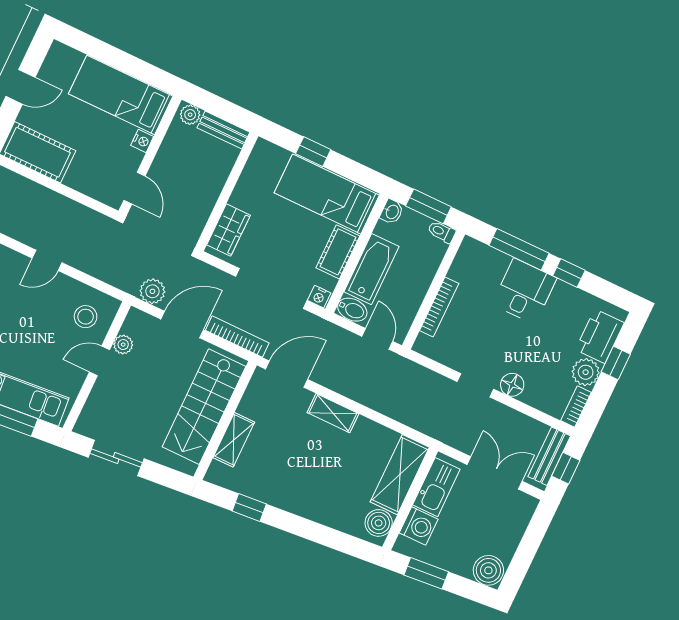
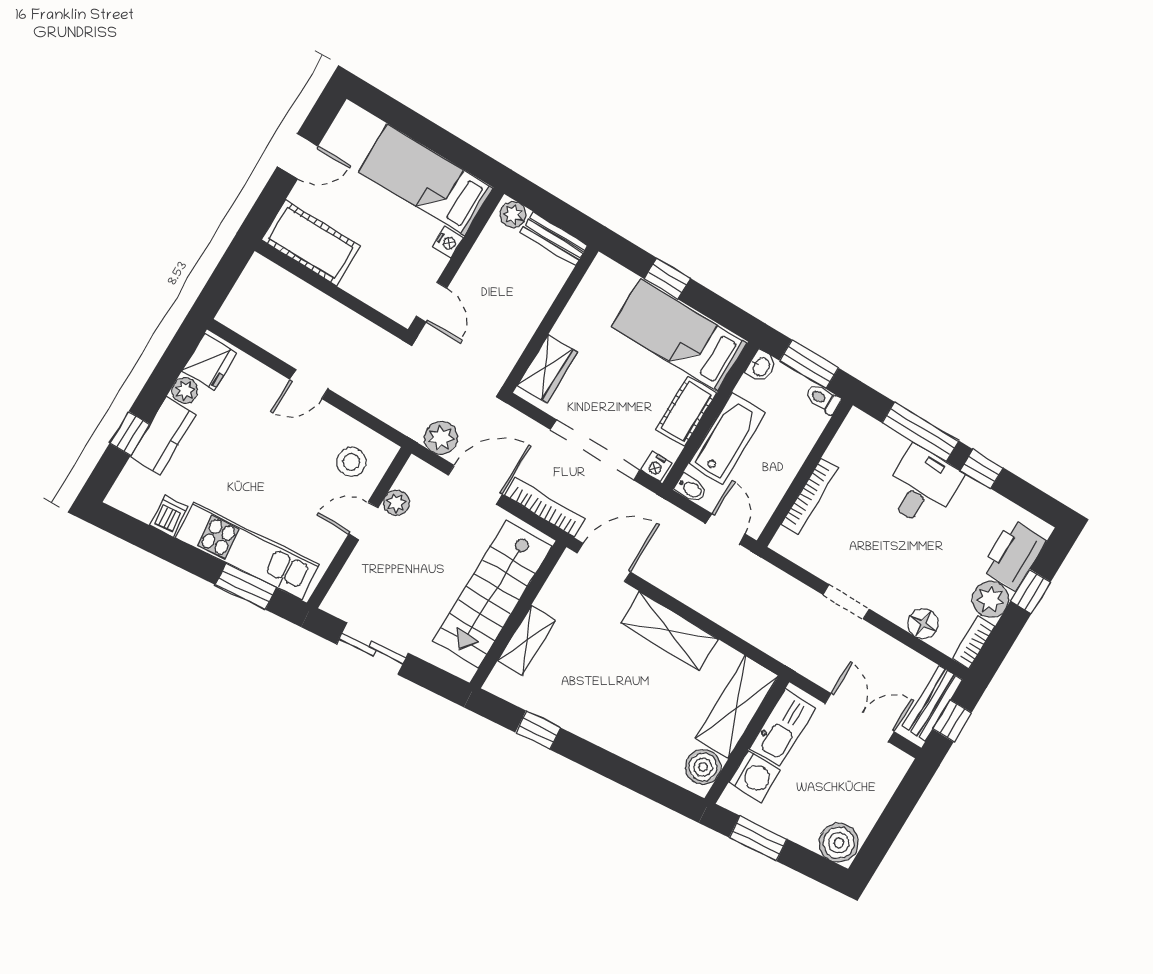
bidet: (352, 310) -> (691, 488), width x0.72, depth x0.74
floor lamp: (512, 385) -> (923, 624), moved
shelving: (333, 413) -> (669, 631), width x1.50, depth x1.33

